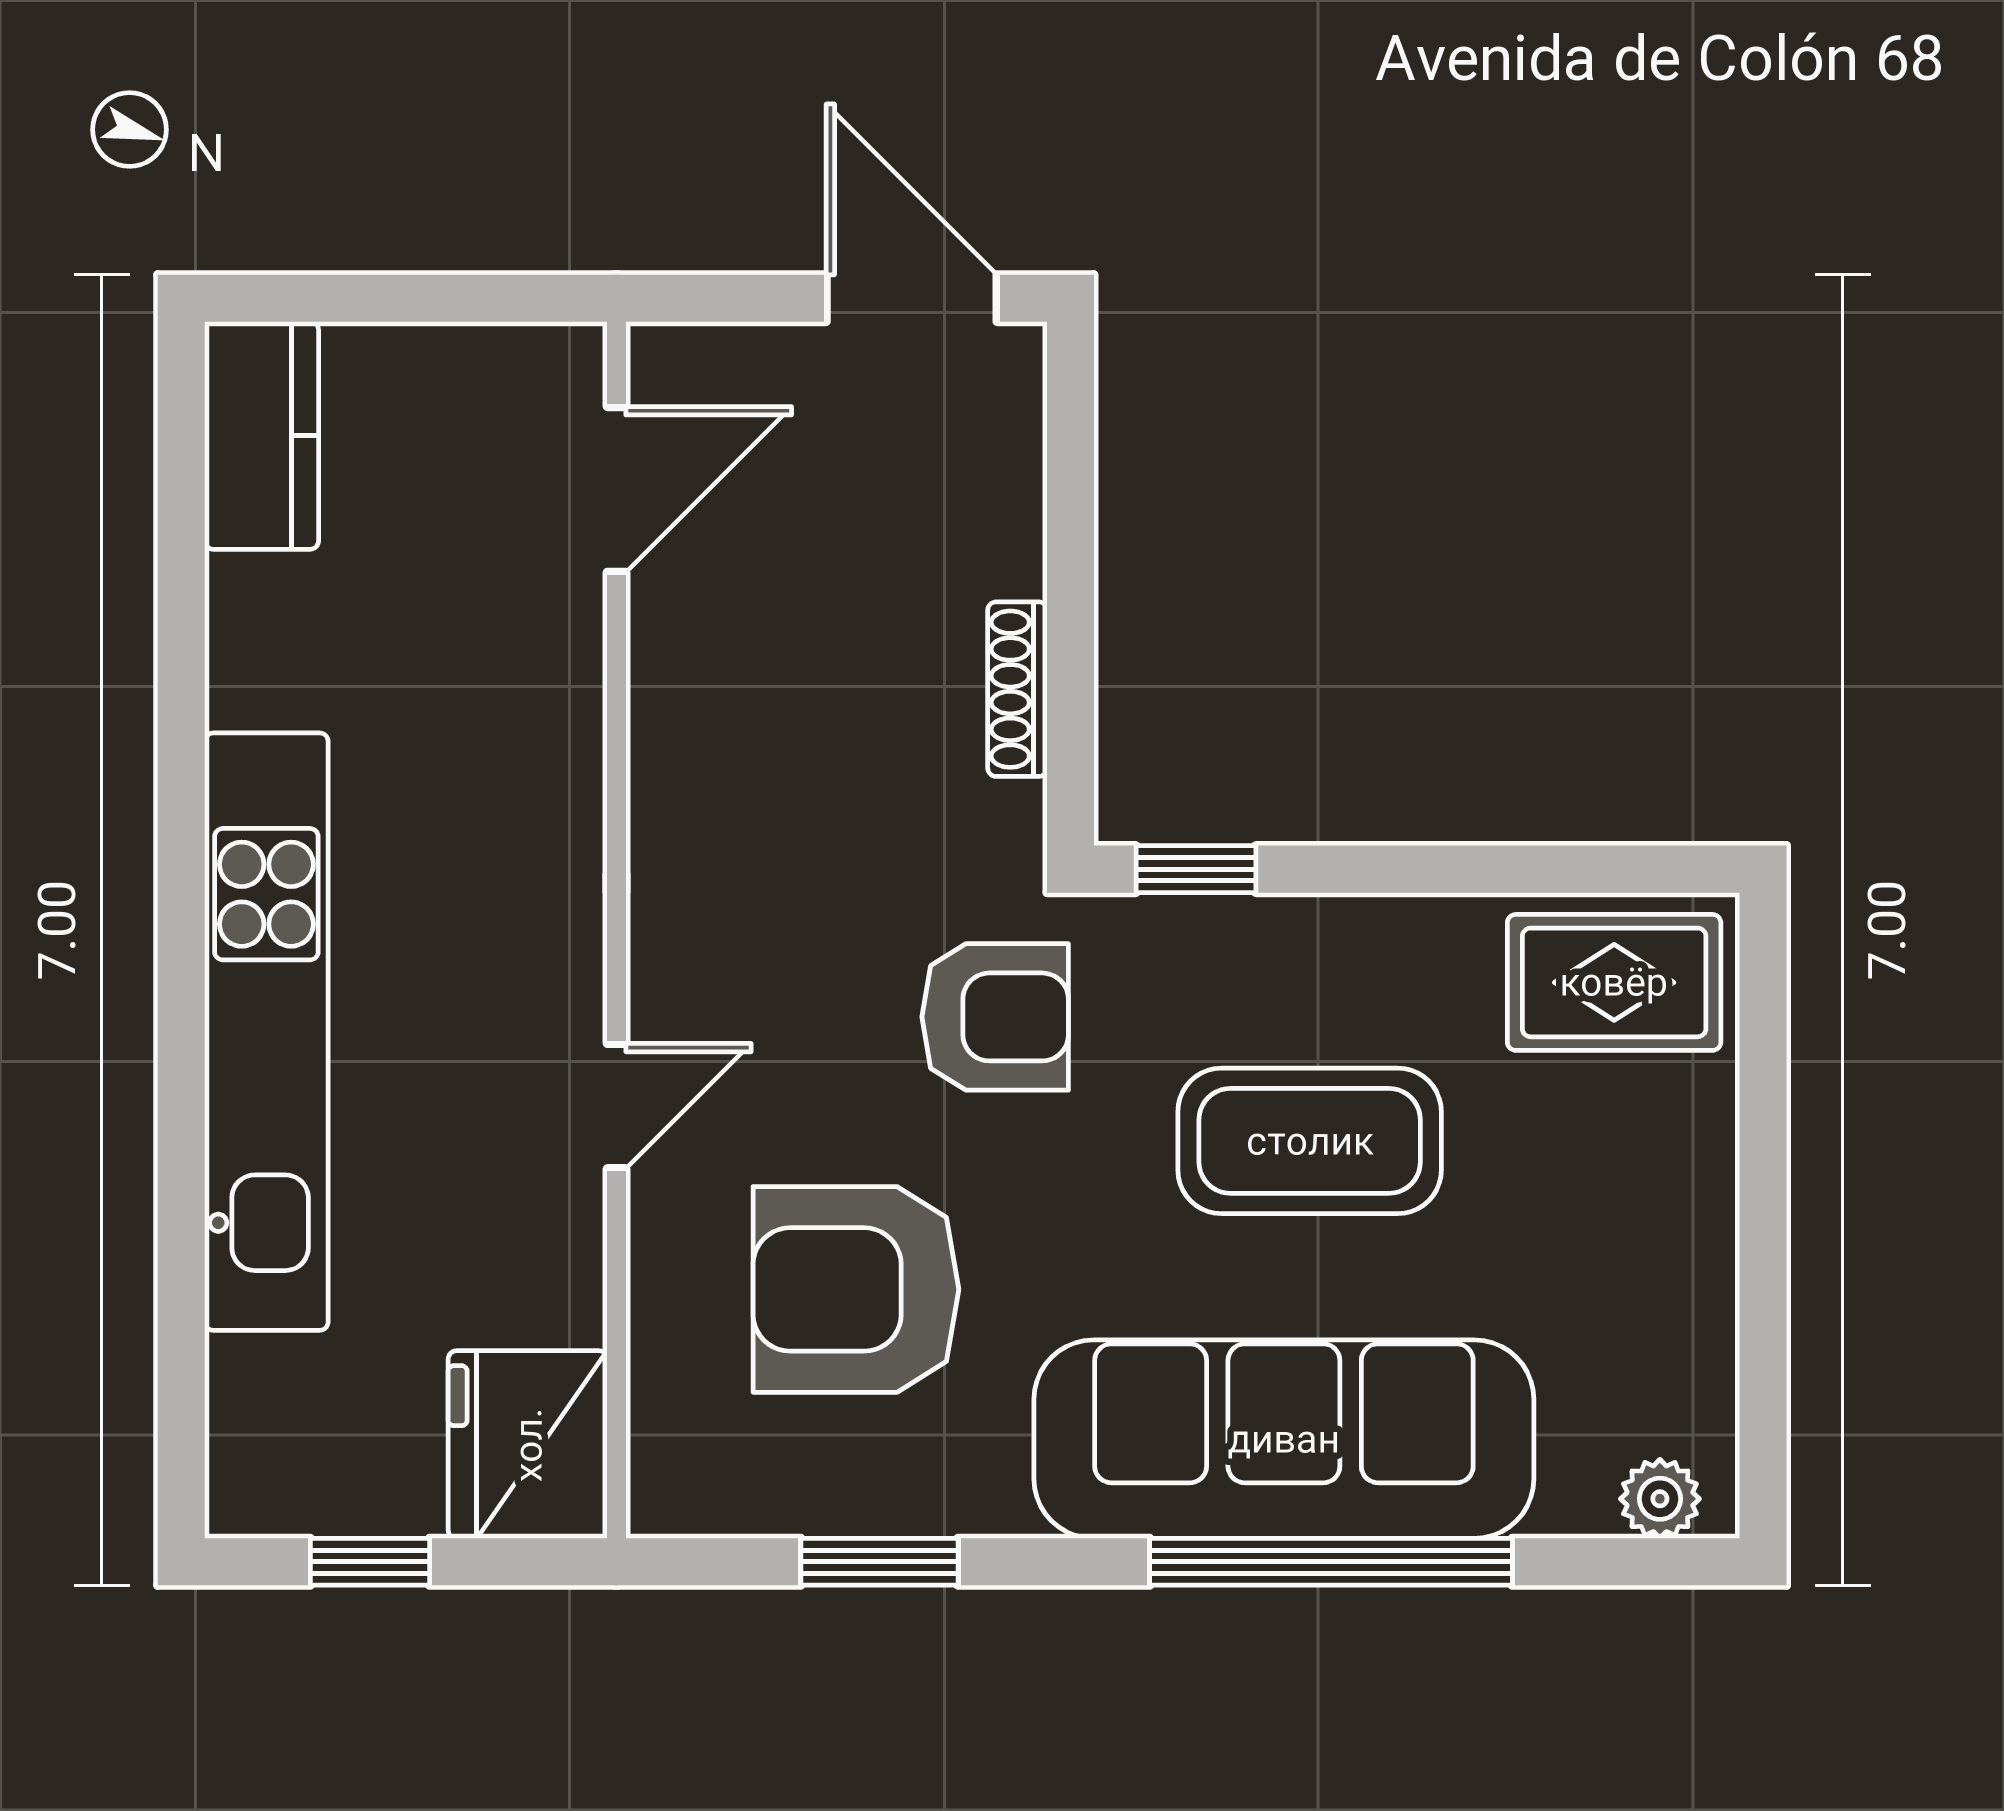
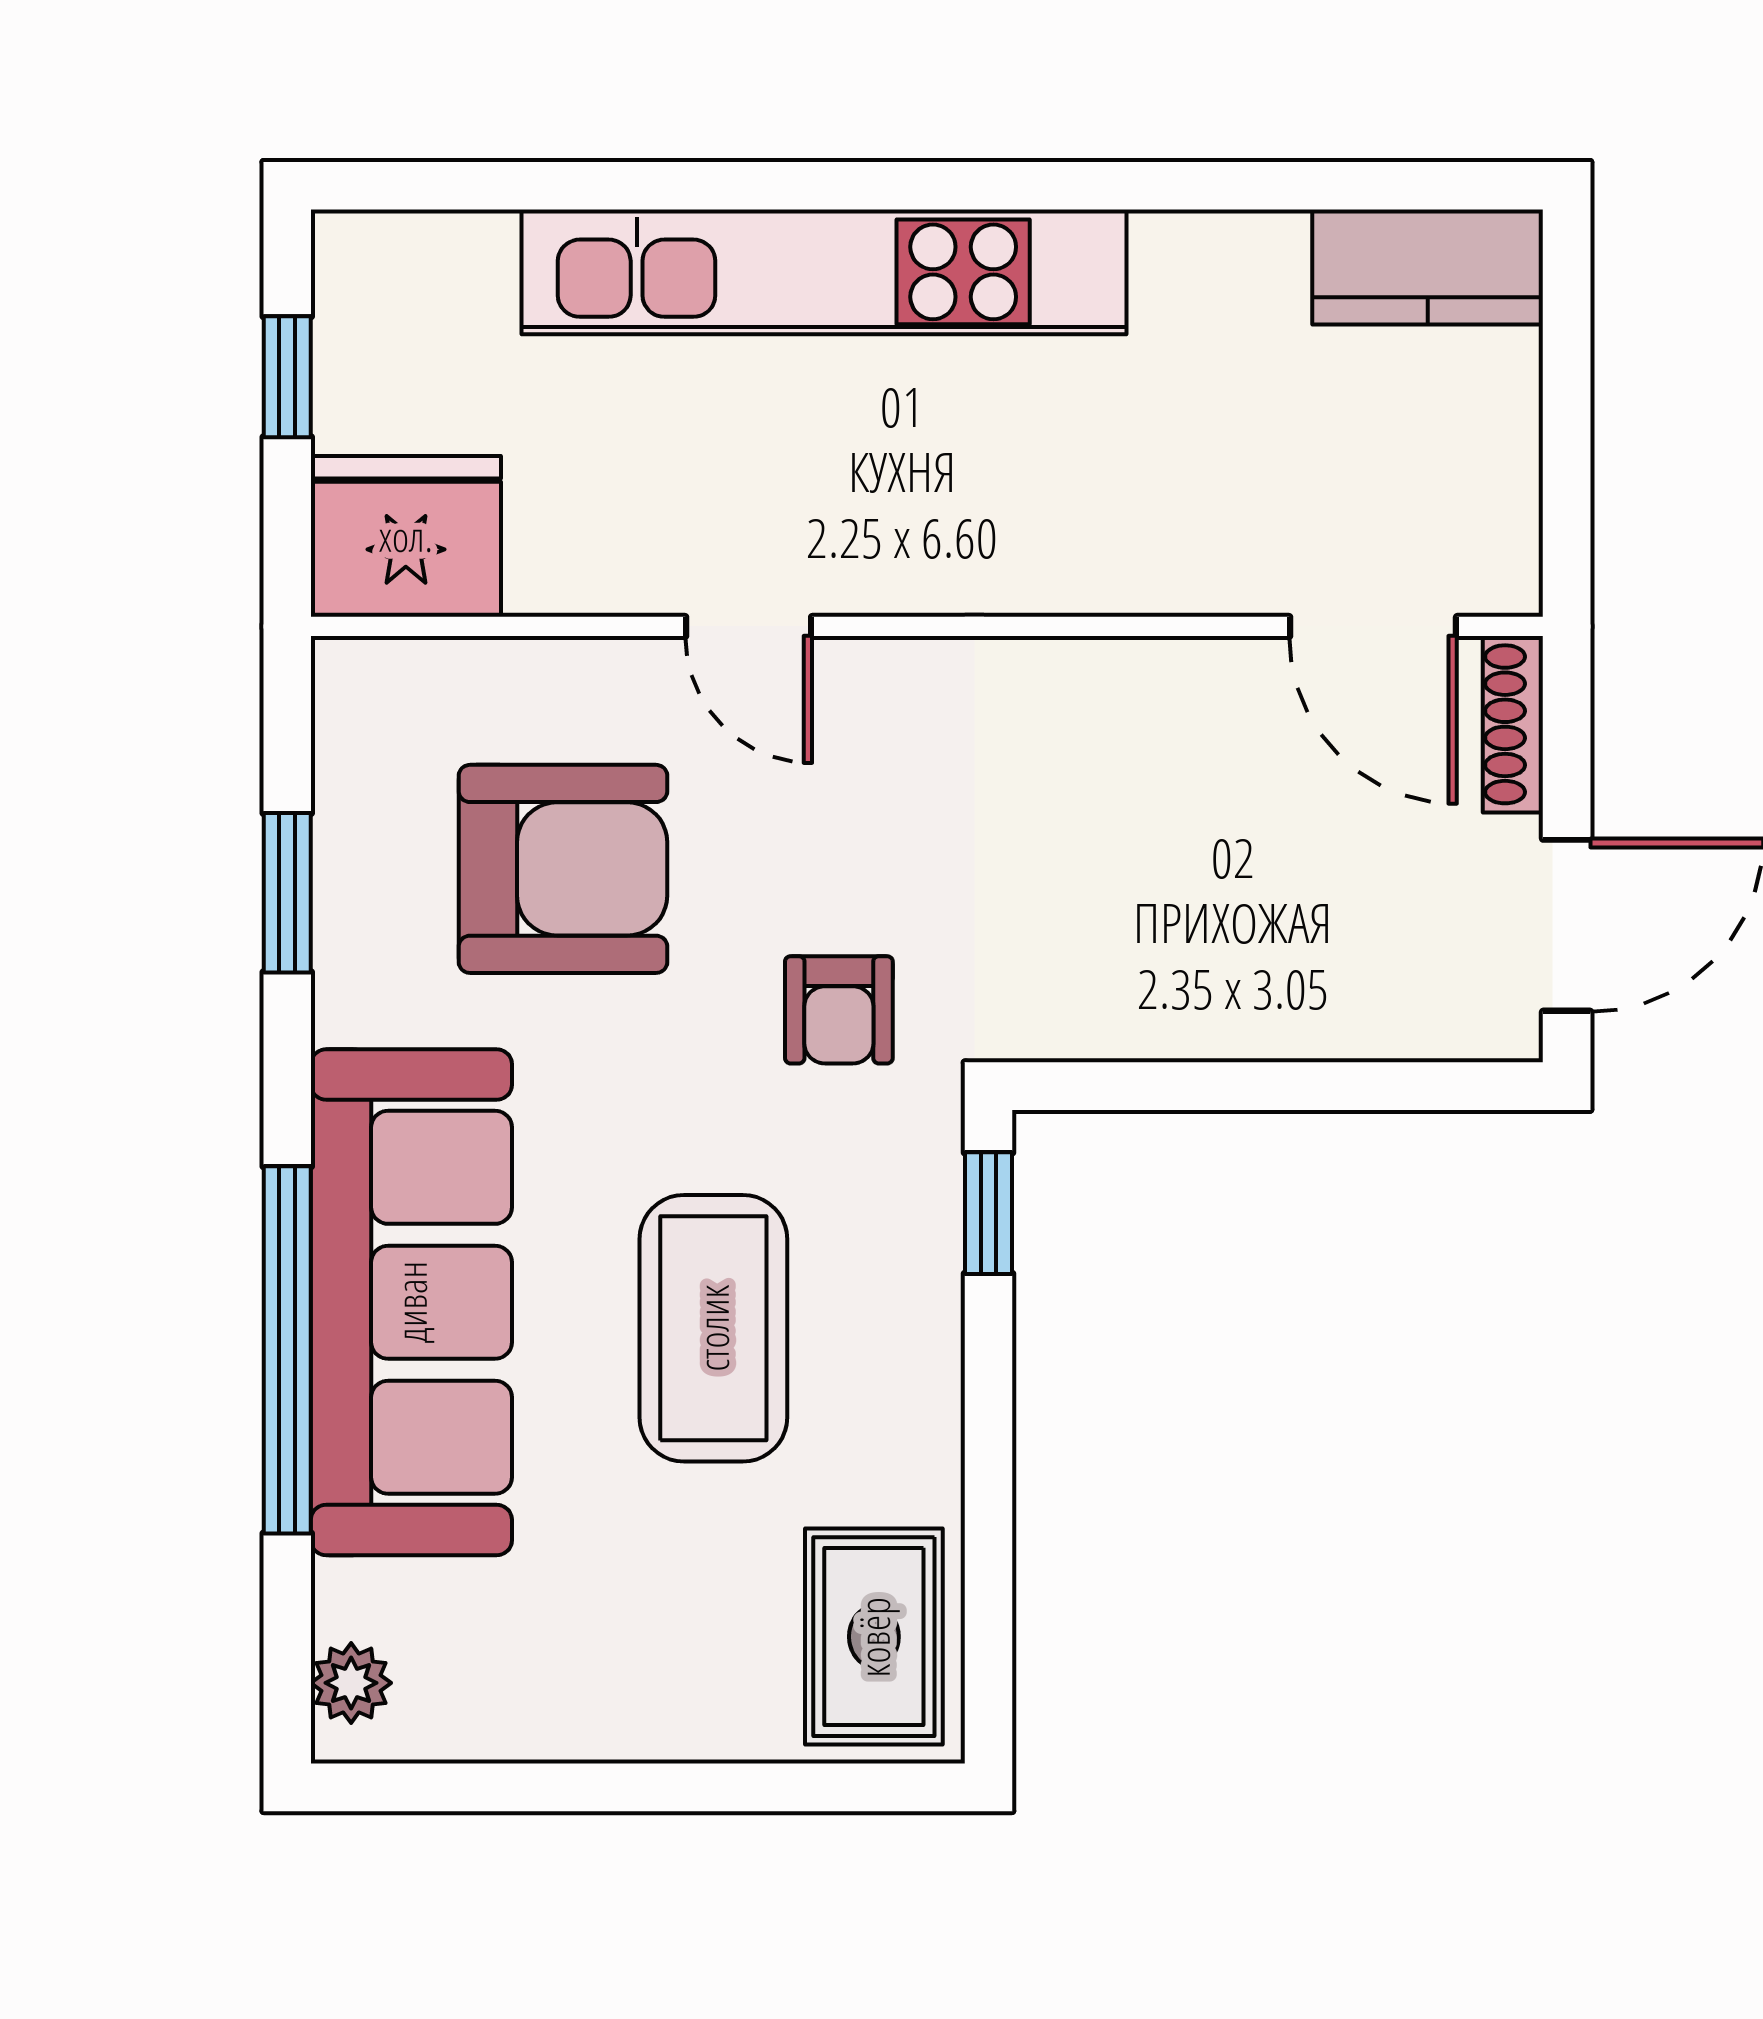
shoe rack: (1017, 689) -> (1513, 724), moved, turned -90
armchair: (995, 1017) -> (839, 1010), width x0.72, depth x0.72
armchair: (856, 1289) -> (563, 869), turned 90

